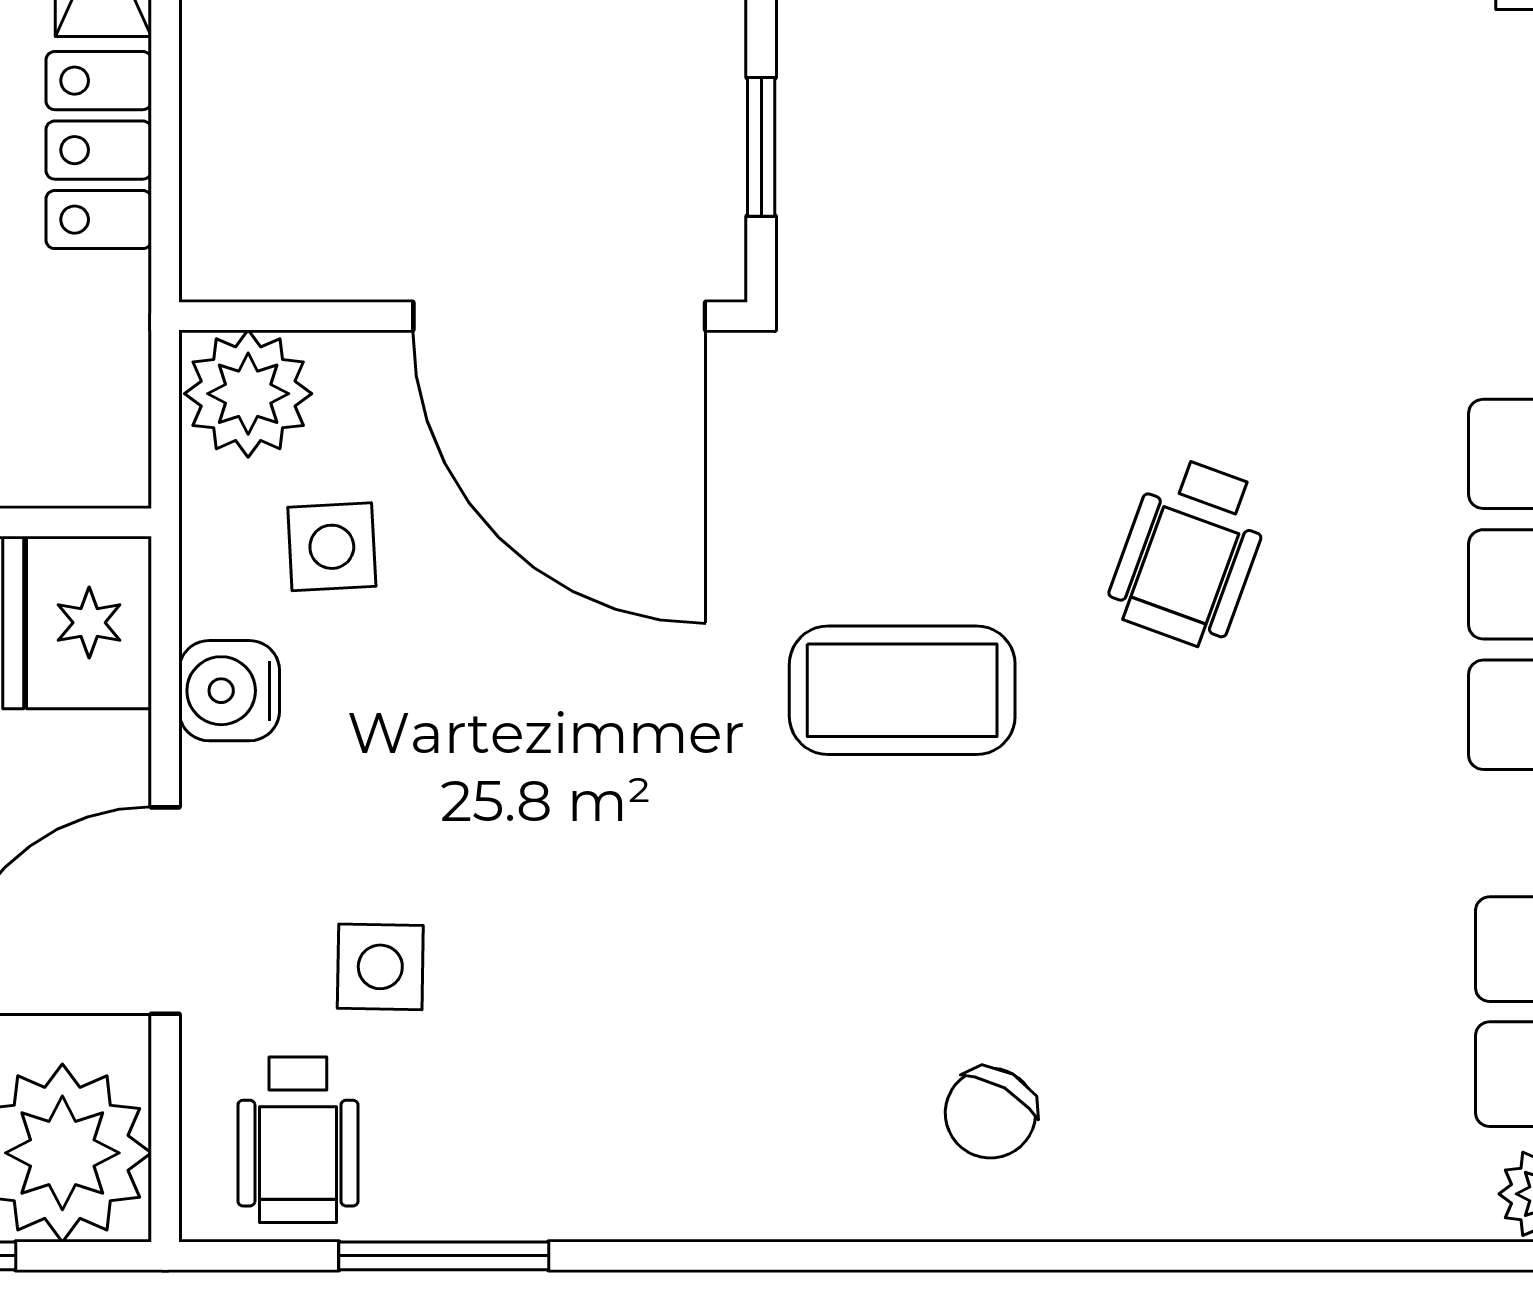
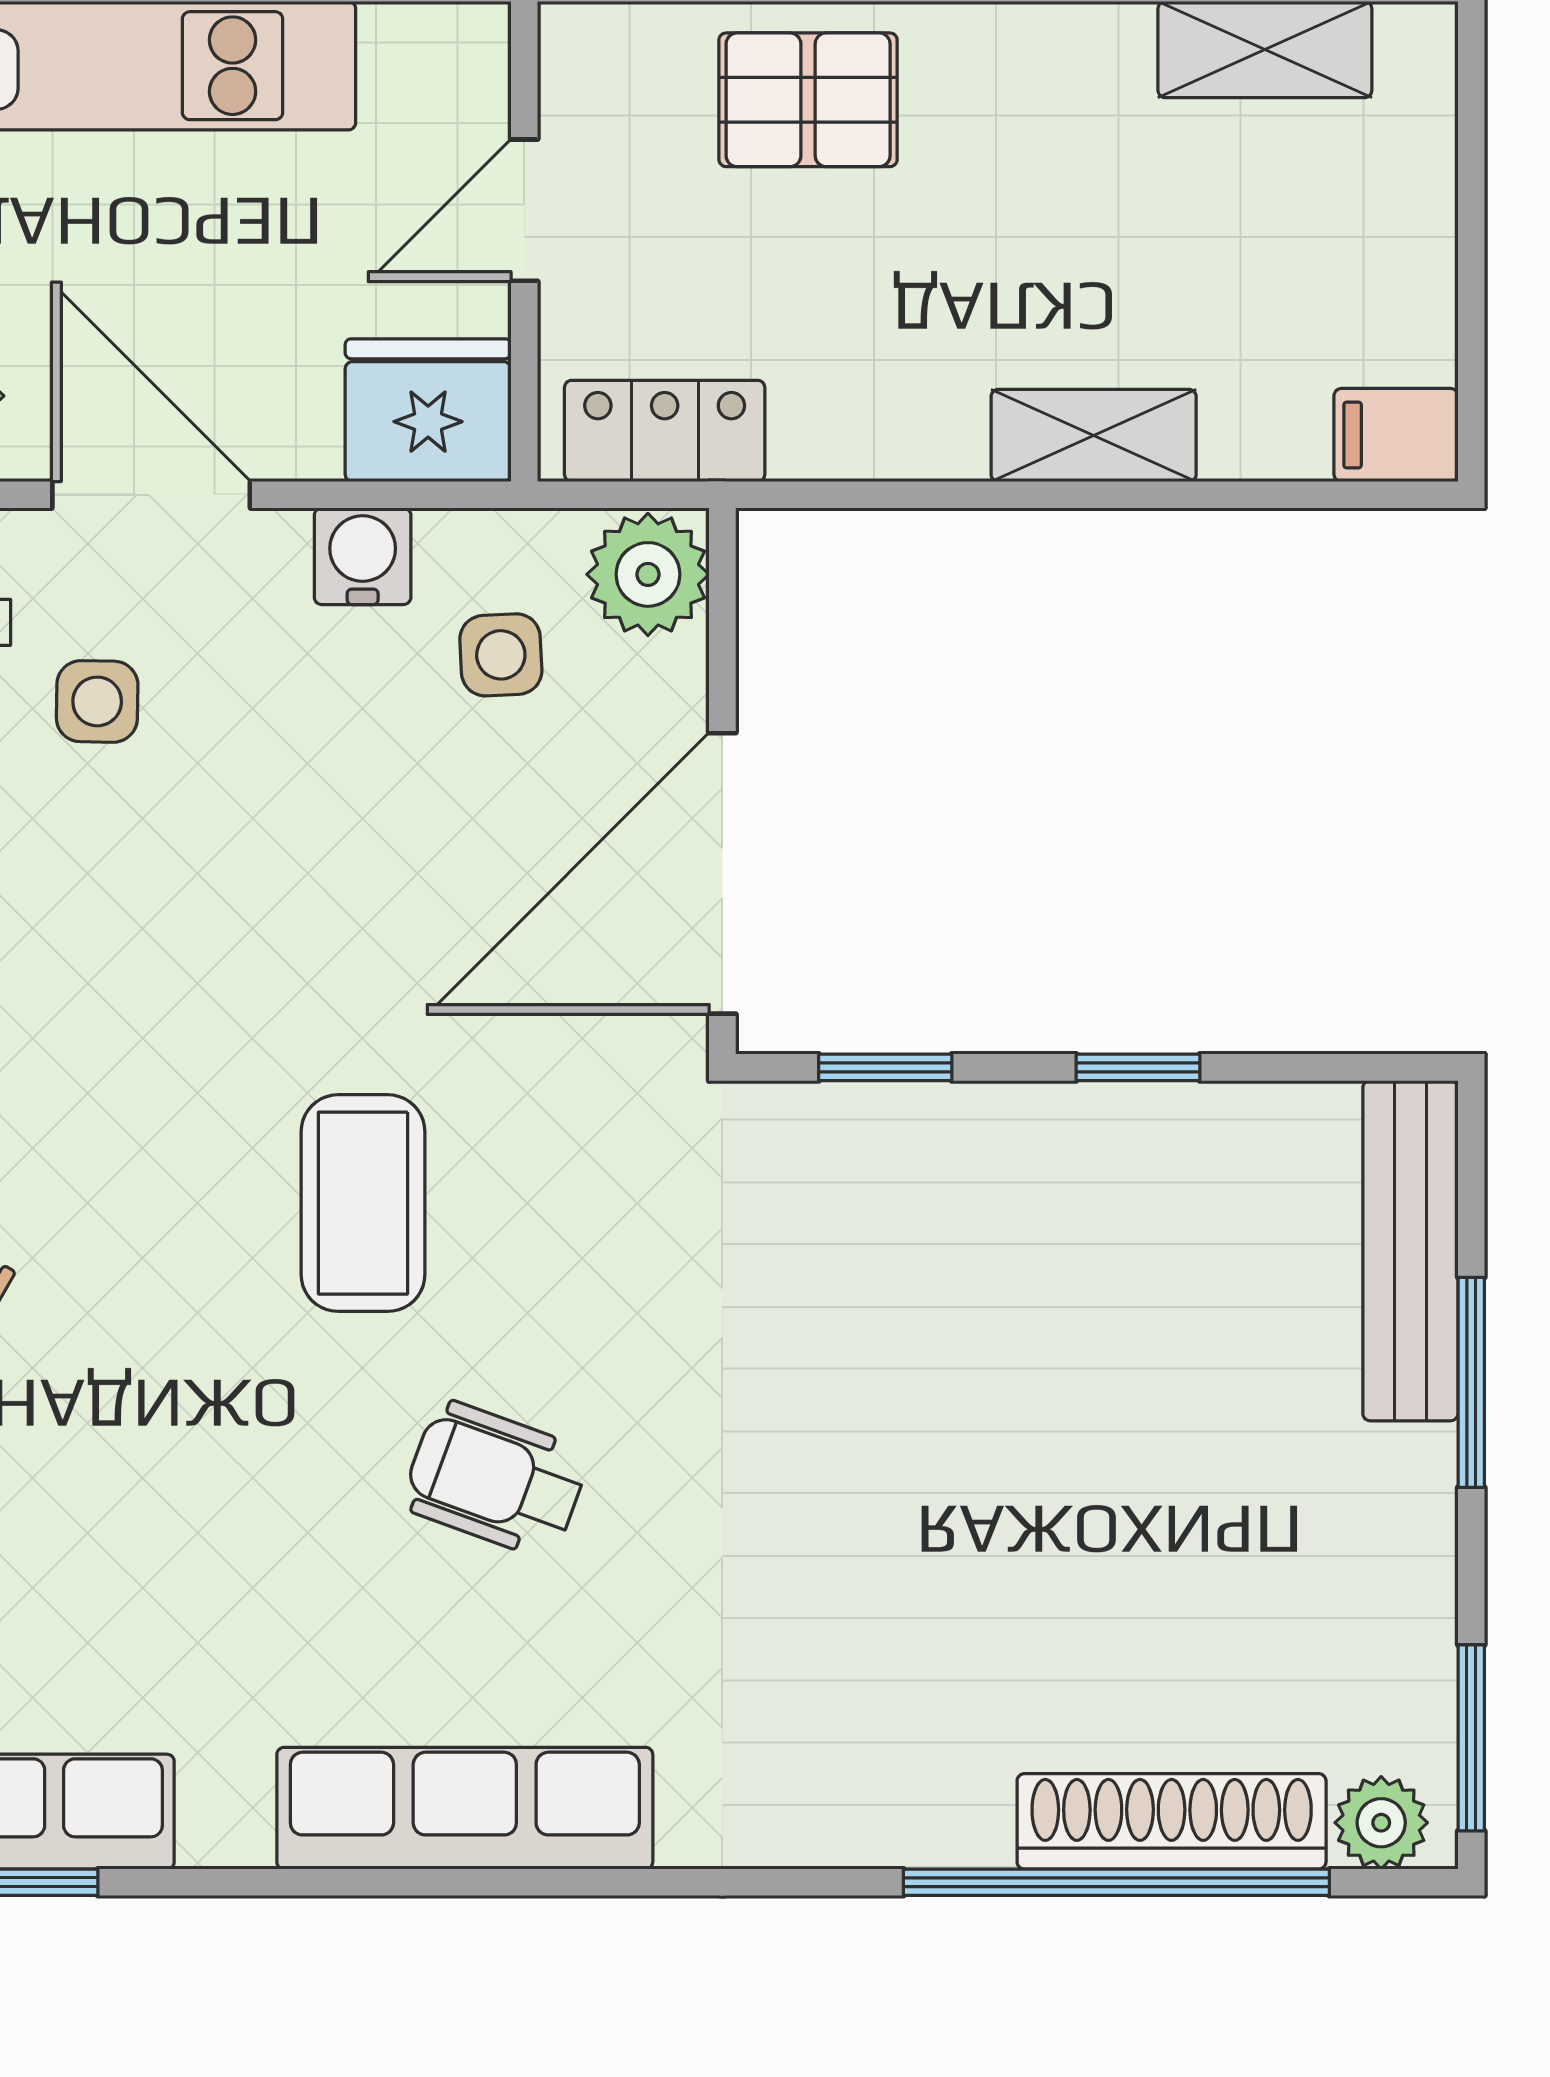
locker: (99, 150) -> (665, 431), moved

